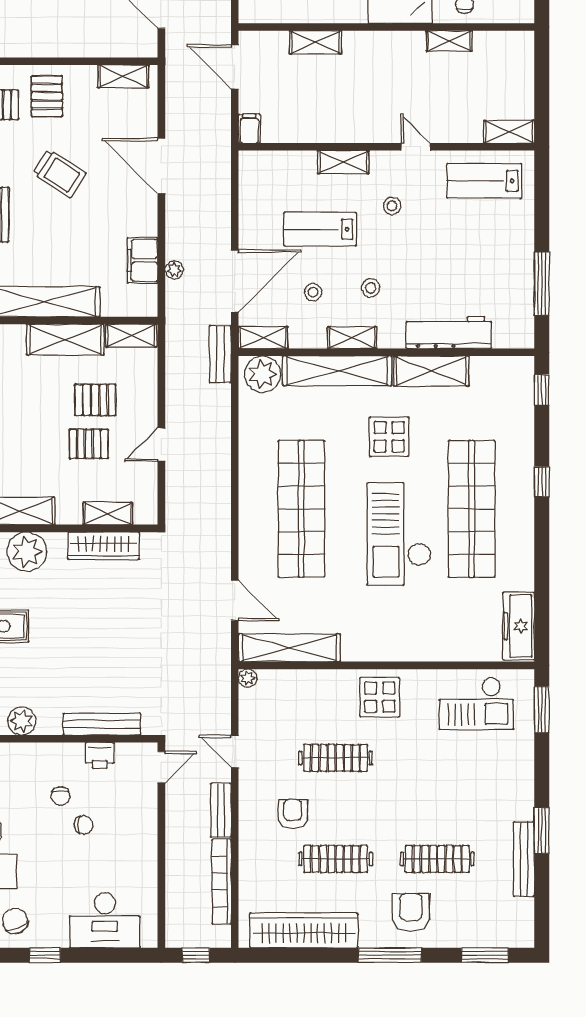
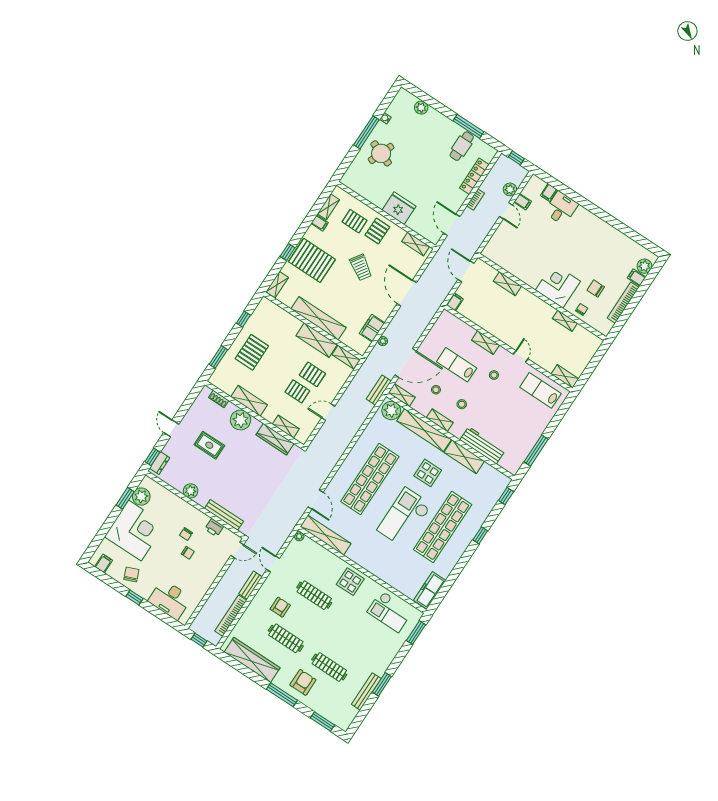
fridge: (58, 36) -> (399, 208), added

